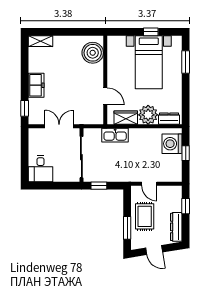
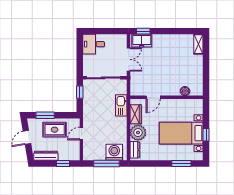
boiler: (93, 53) -> (185, 91), width x0.54, depth x0.54
freezer: (36, 85) -> (142, 41), moved
window: (186, 153) -> (107, 163), width x2.17

